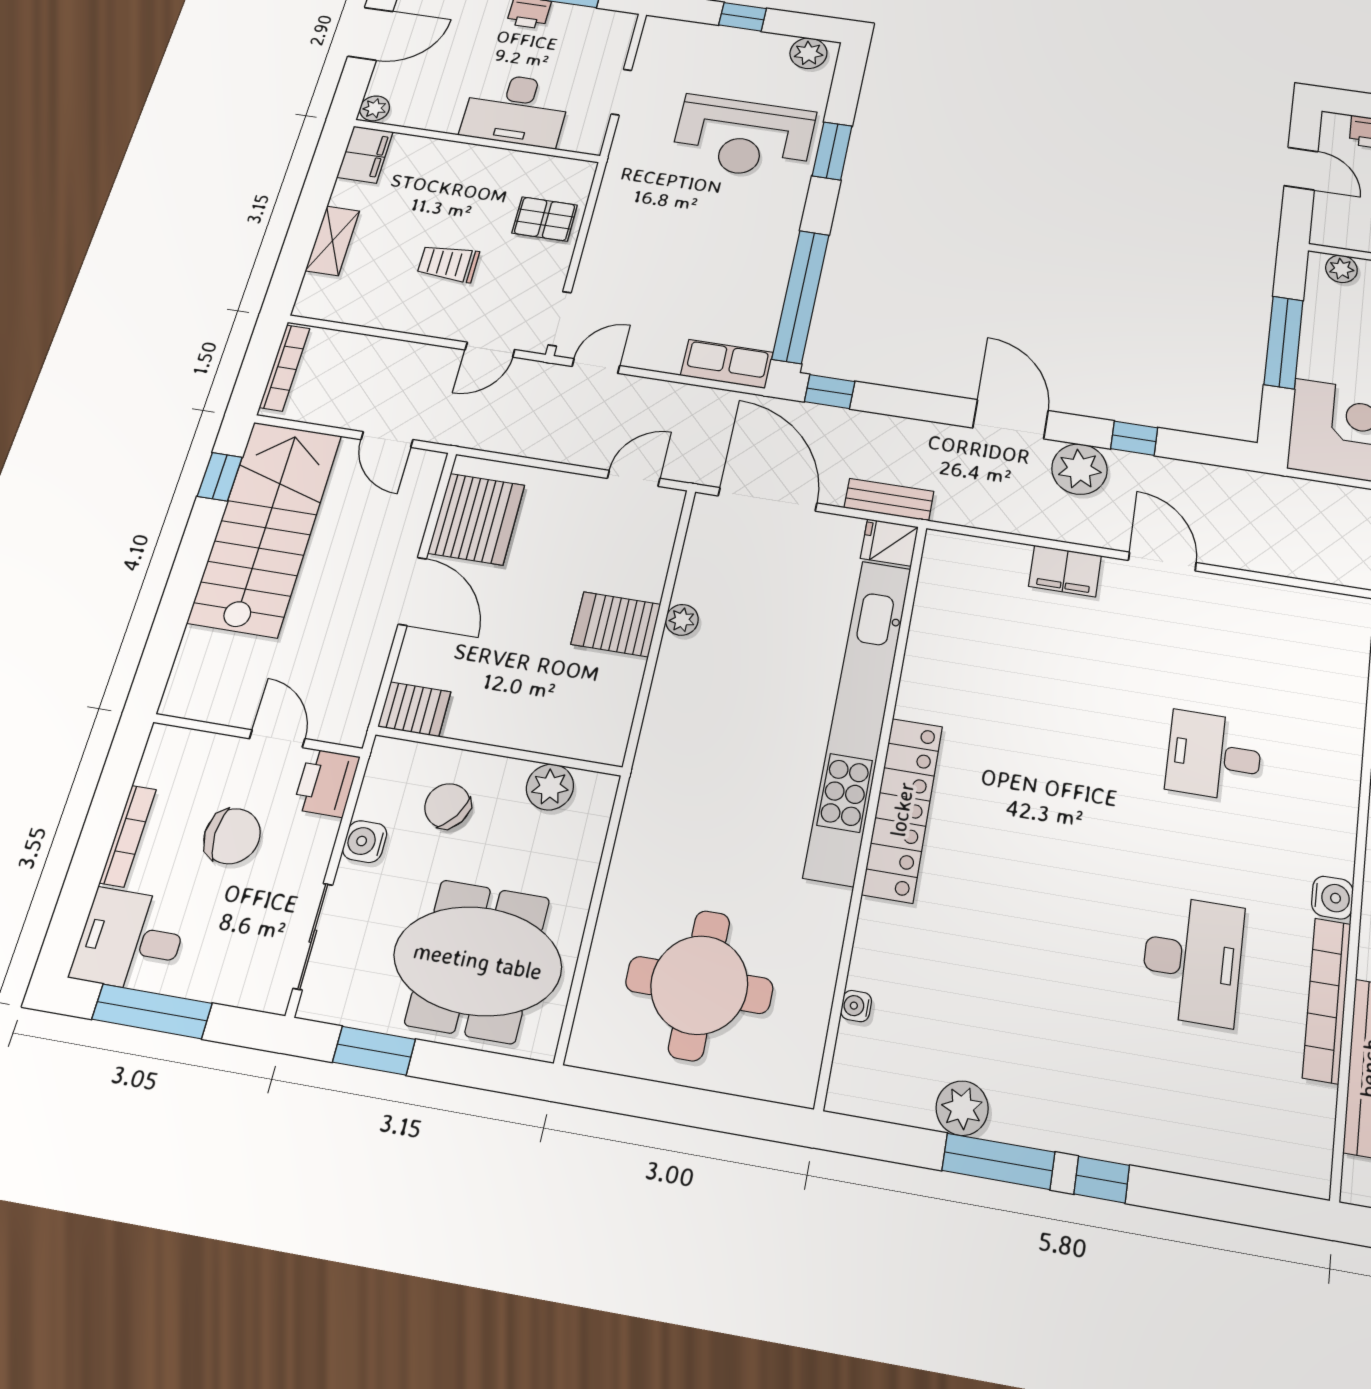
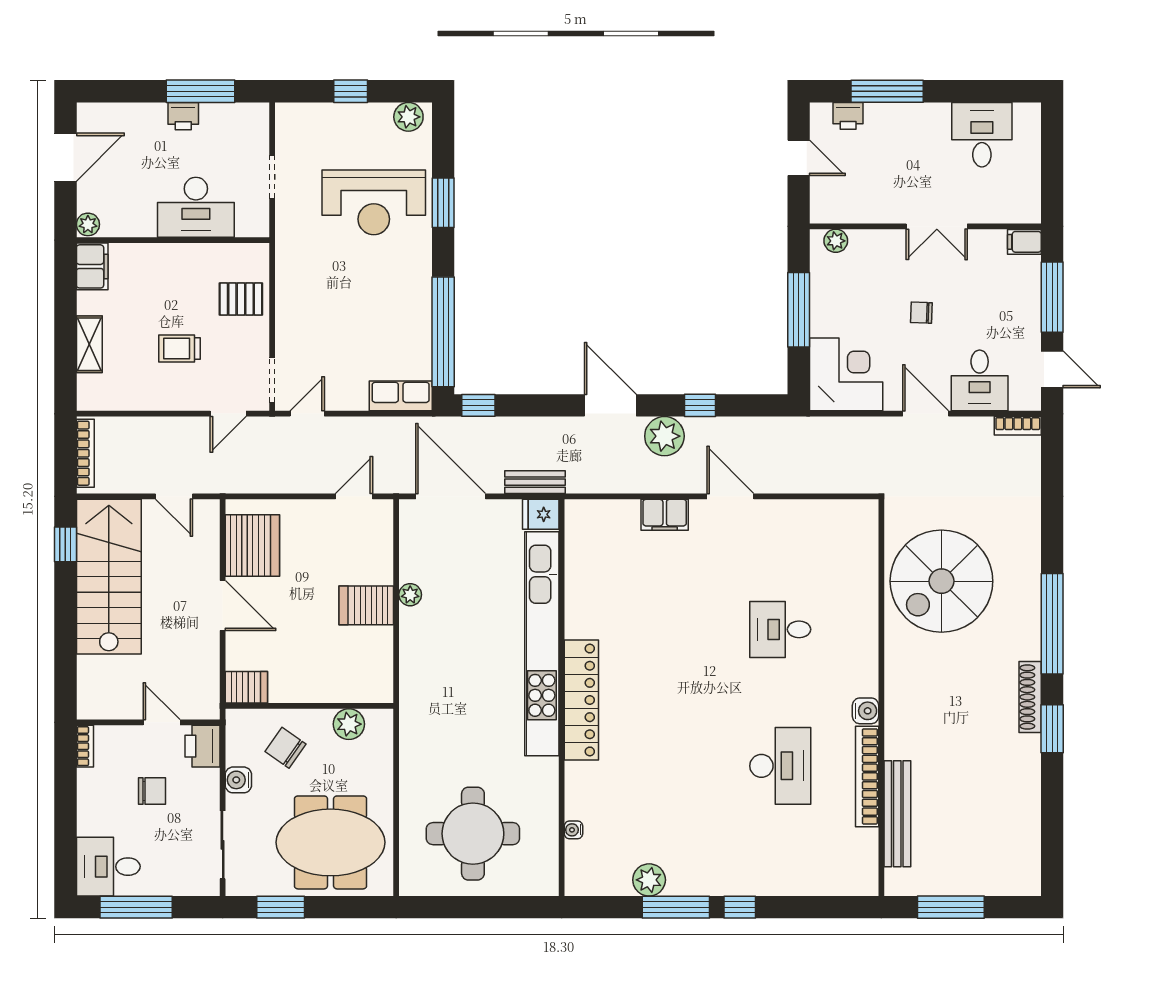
bookcase: (128, 836) -> (85, 746), moved, width x0.64
chair: (232, 836) -> (152, 791), width x0.73, depth x0.73

